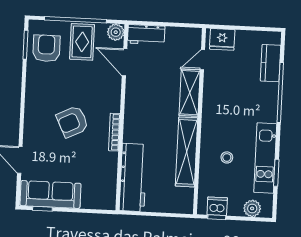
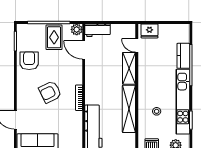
armchair: (46, 48) -> (29, 61), moved
door: (202, 60) -> (137, 45), hinge flipped
kitchen counter: (271, 63) -> (183, 56), moved
kitchen unit: (265, 158) -> (183, 102), width x1.36

